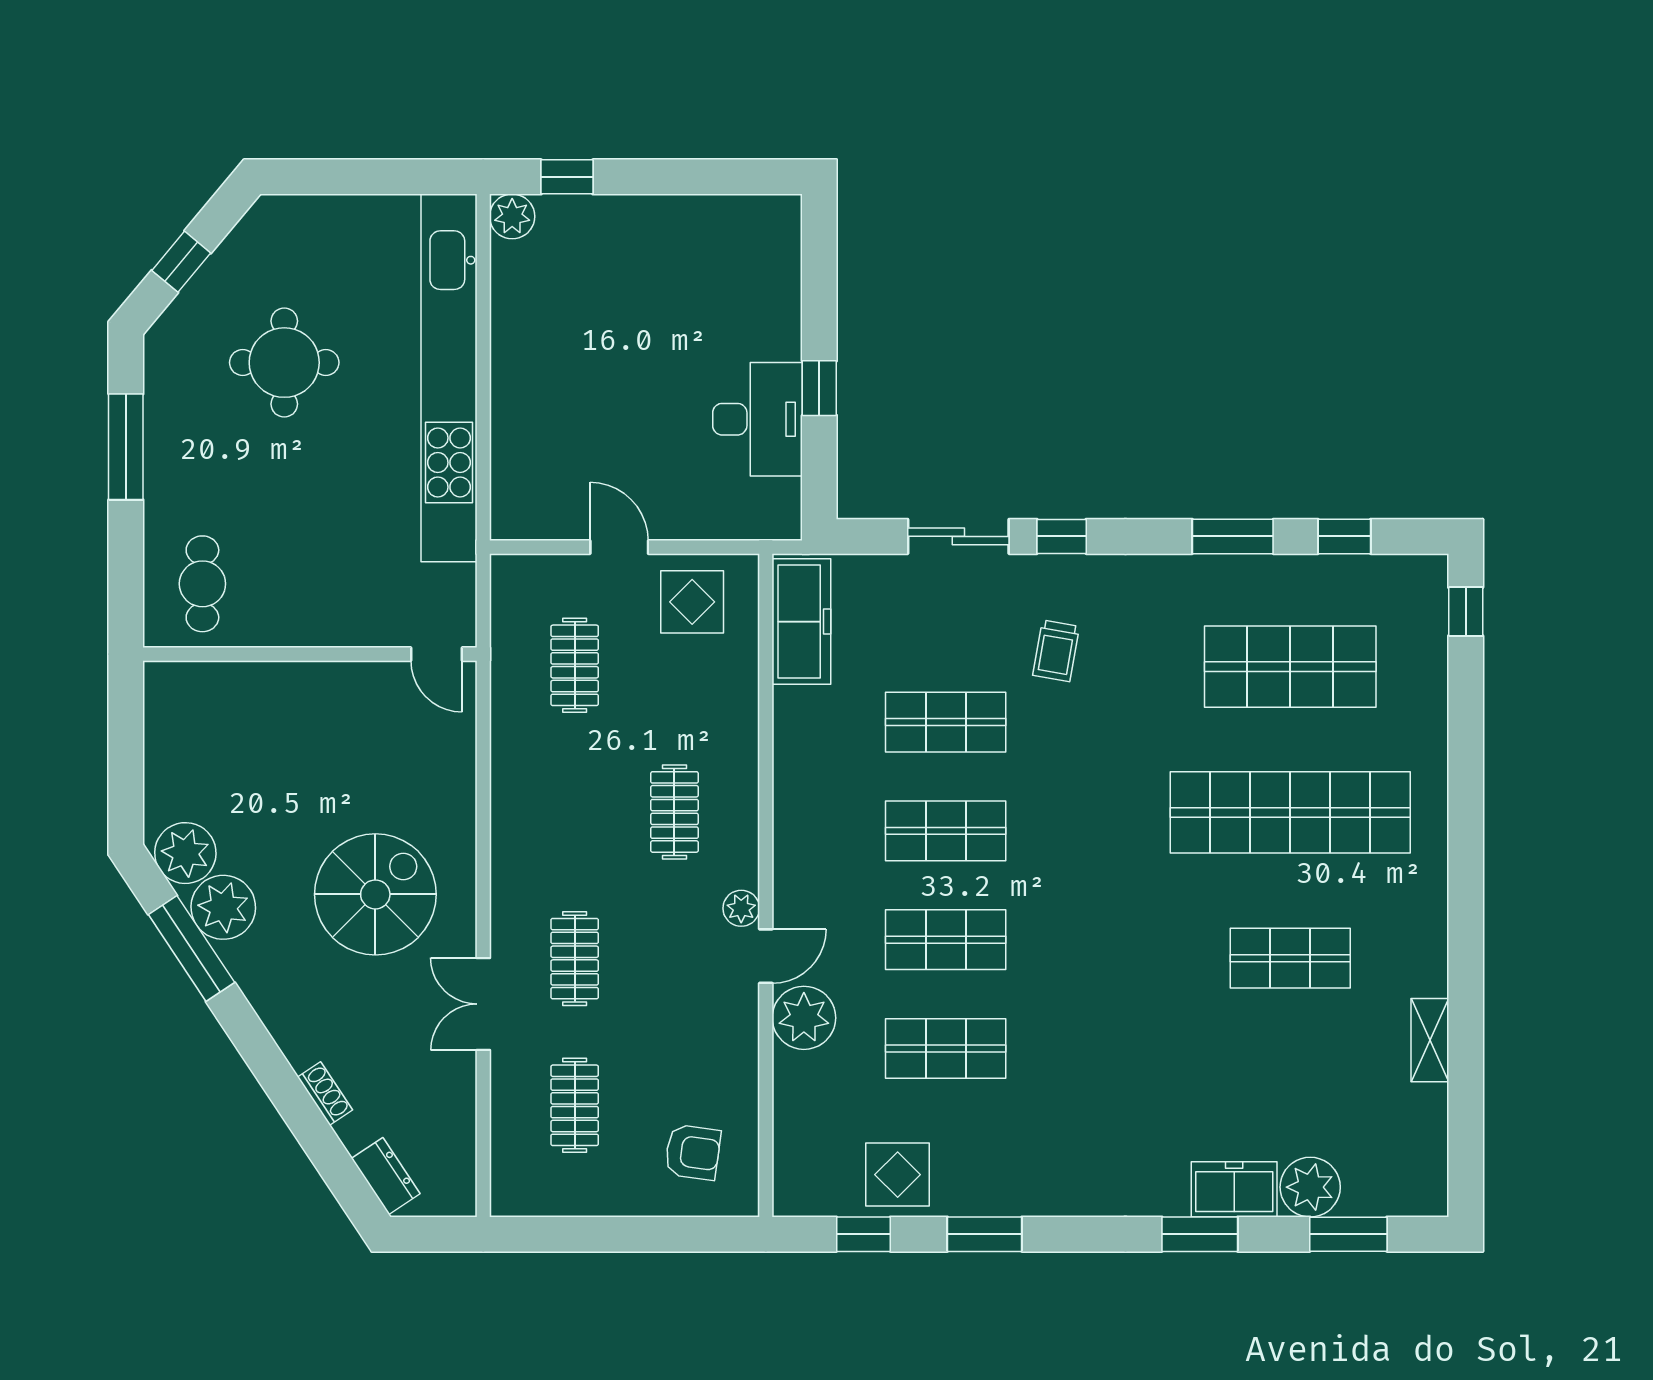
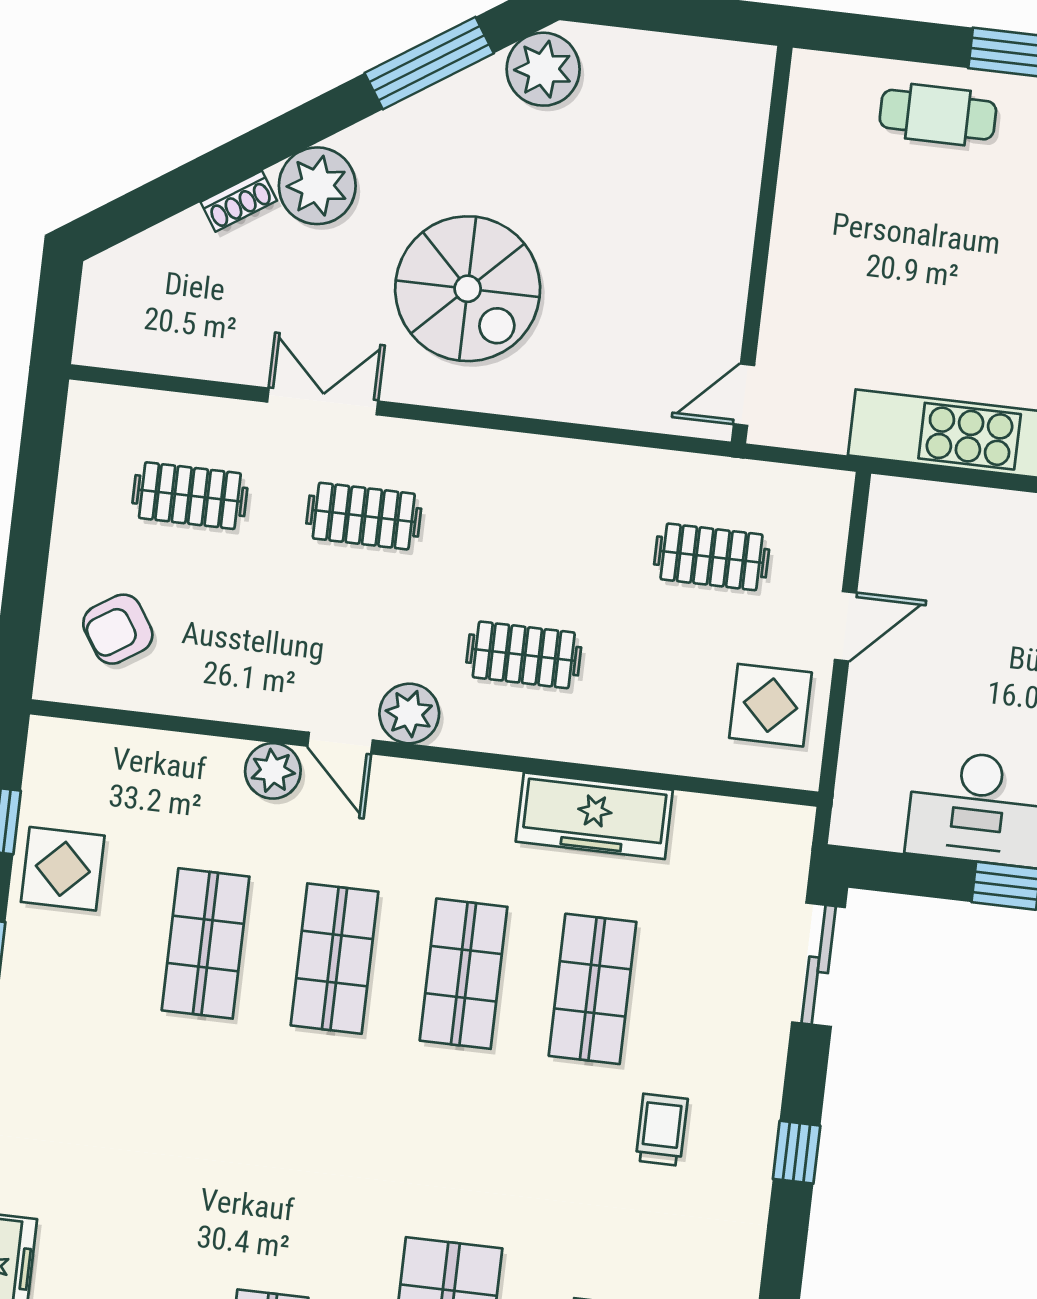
sliding door: (958, 536) -> (819, 965), moved
cafe table: (202, 584) -> (938, 115), moved
freezer: (801, 622) -> (594, 816), moved
trolley: (1056, 651) -> (662, 1130), turned 80
plant: (223, 907) -> (317, 186), moved
plant: (741, 908) -> (409, 713), width x1.38, depth x1.38
plant: (804, 1018) -> (273, 771), width x0.73, depth x0.73
armchair: (693, 1152) -> (118, 629), turned 49
dresser: (386, 1176) -> (132, 262), removed

